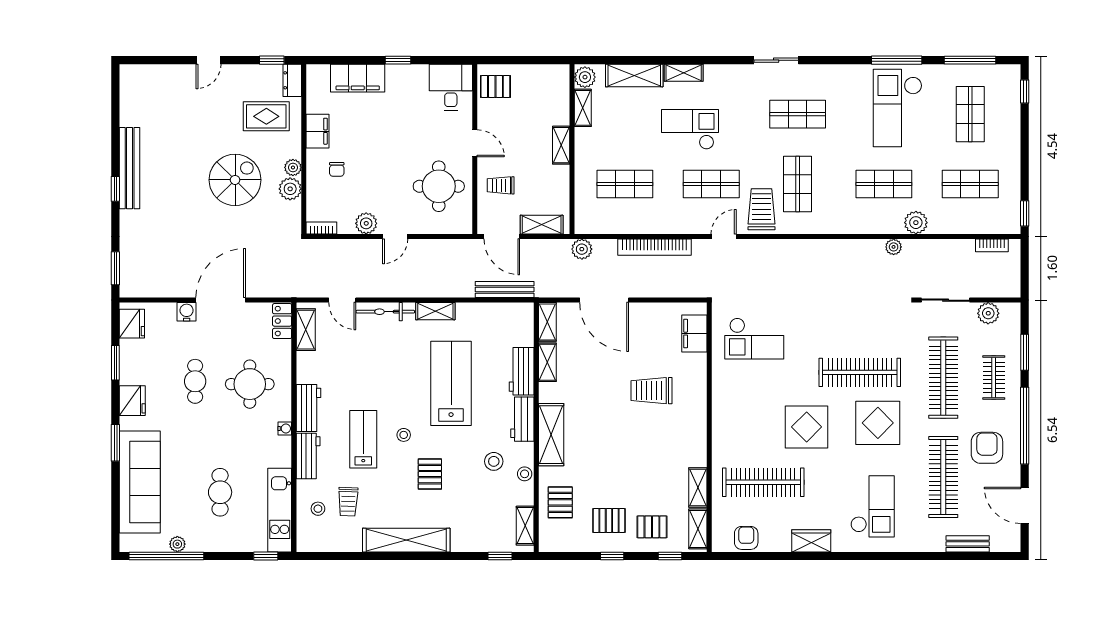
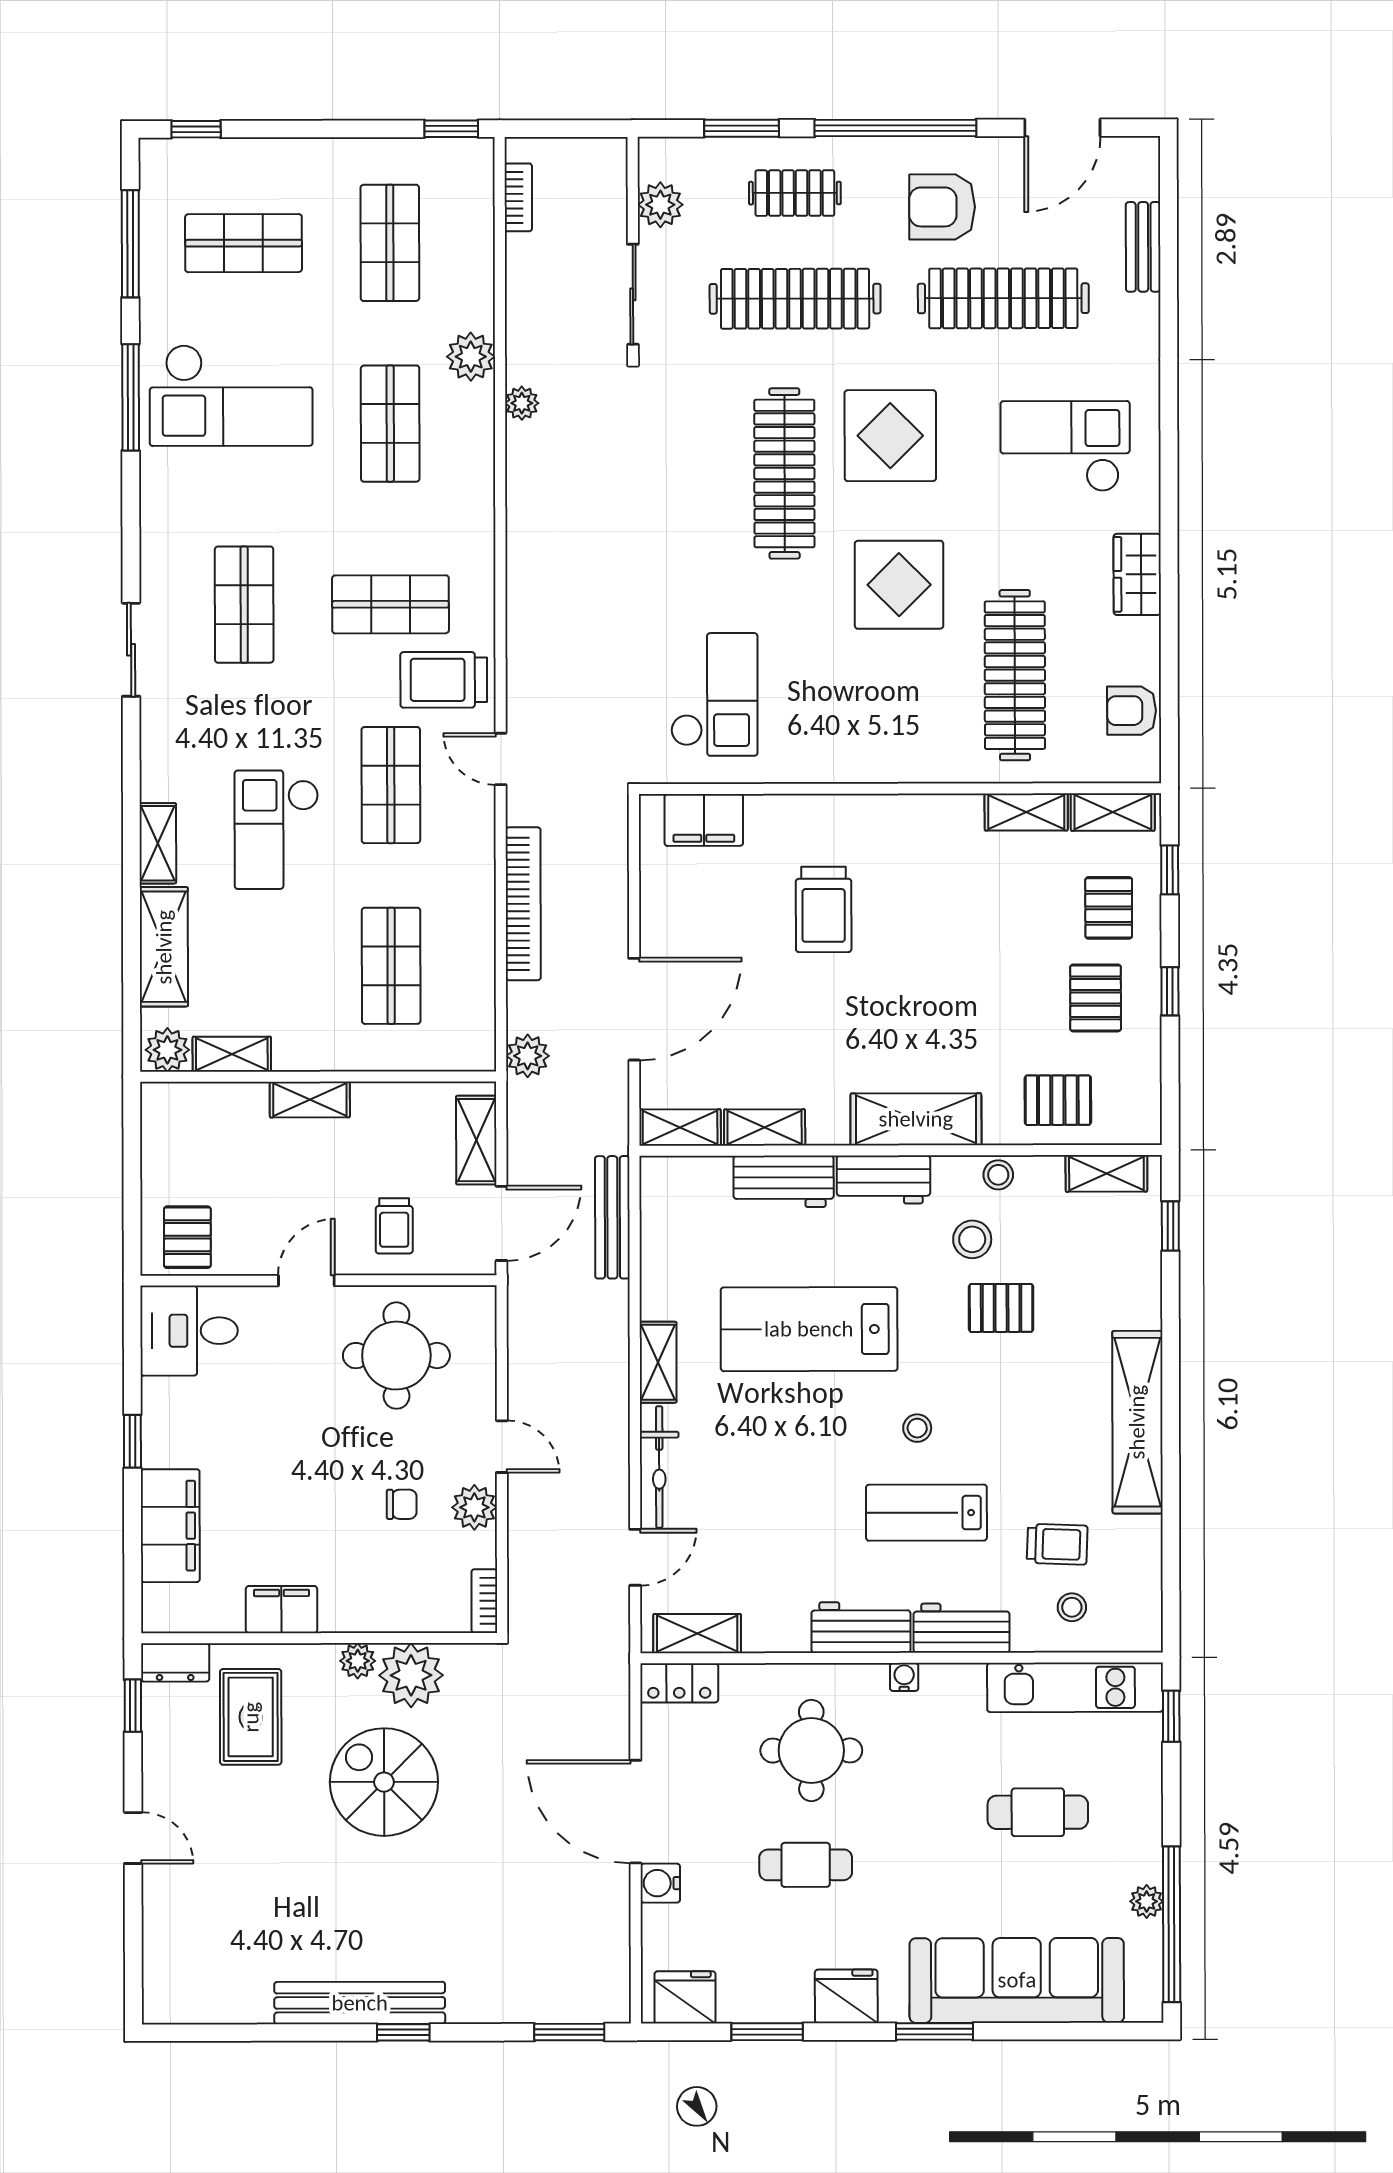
chair: (337, 169) -> (402, 1504), moved
plant: (290, 189) -> (411, 1675), width x1.36, depth x1.36
pallet: (430, 474) -> (1001, 1308), moved

